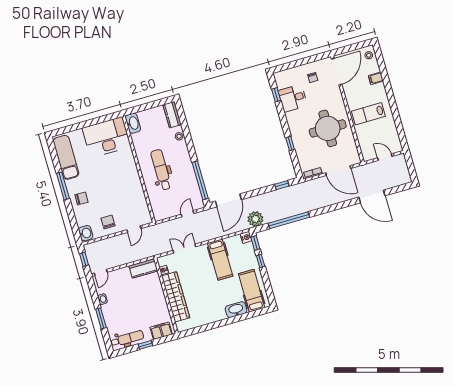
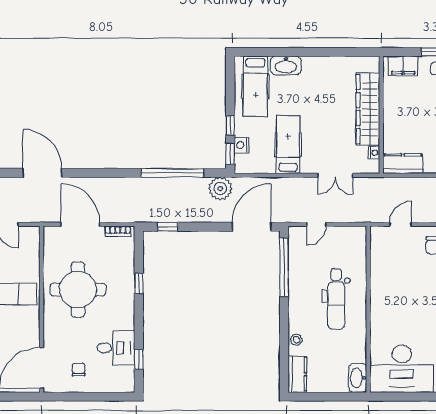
nightstand: (246, 237) -> (241, 145), moved

